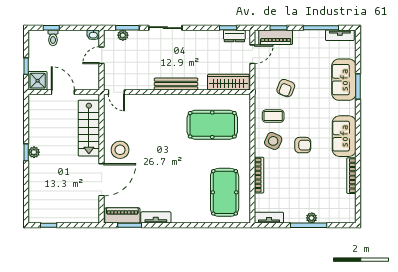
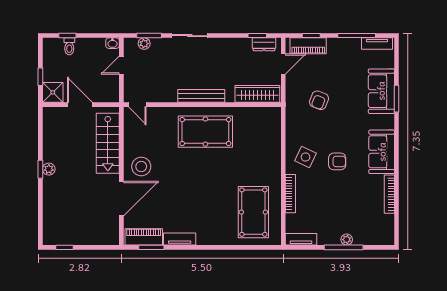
coffee table: (273, 116) -> (305, 130), removed
pool table: (212, 125) -> (205, 132), moved

